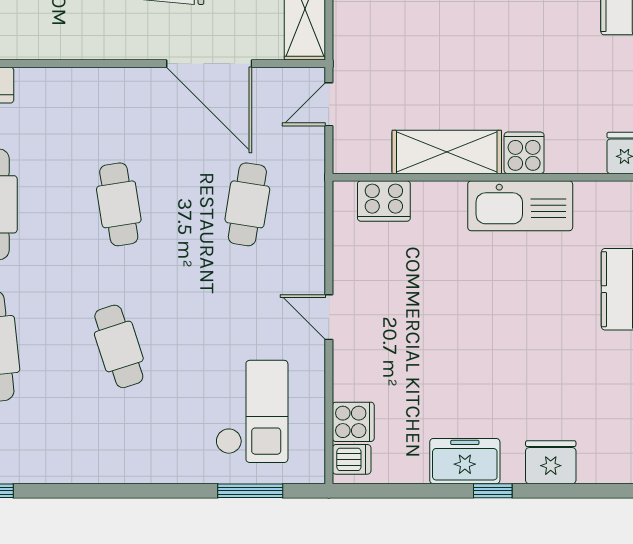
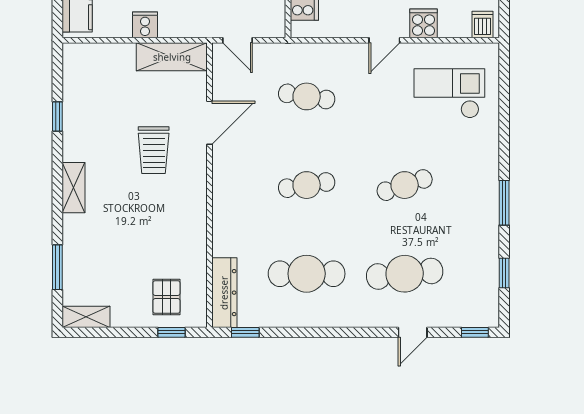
door: (209, 64) -> (210, 123), width x0.73
cooker: (353, 422) -> (424, 23), moved
window: (250, 491) -> (504, 203), moved

